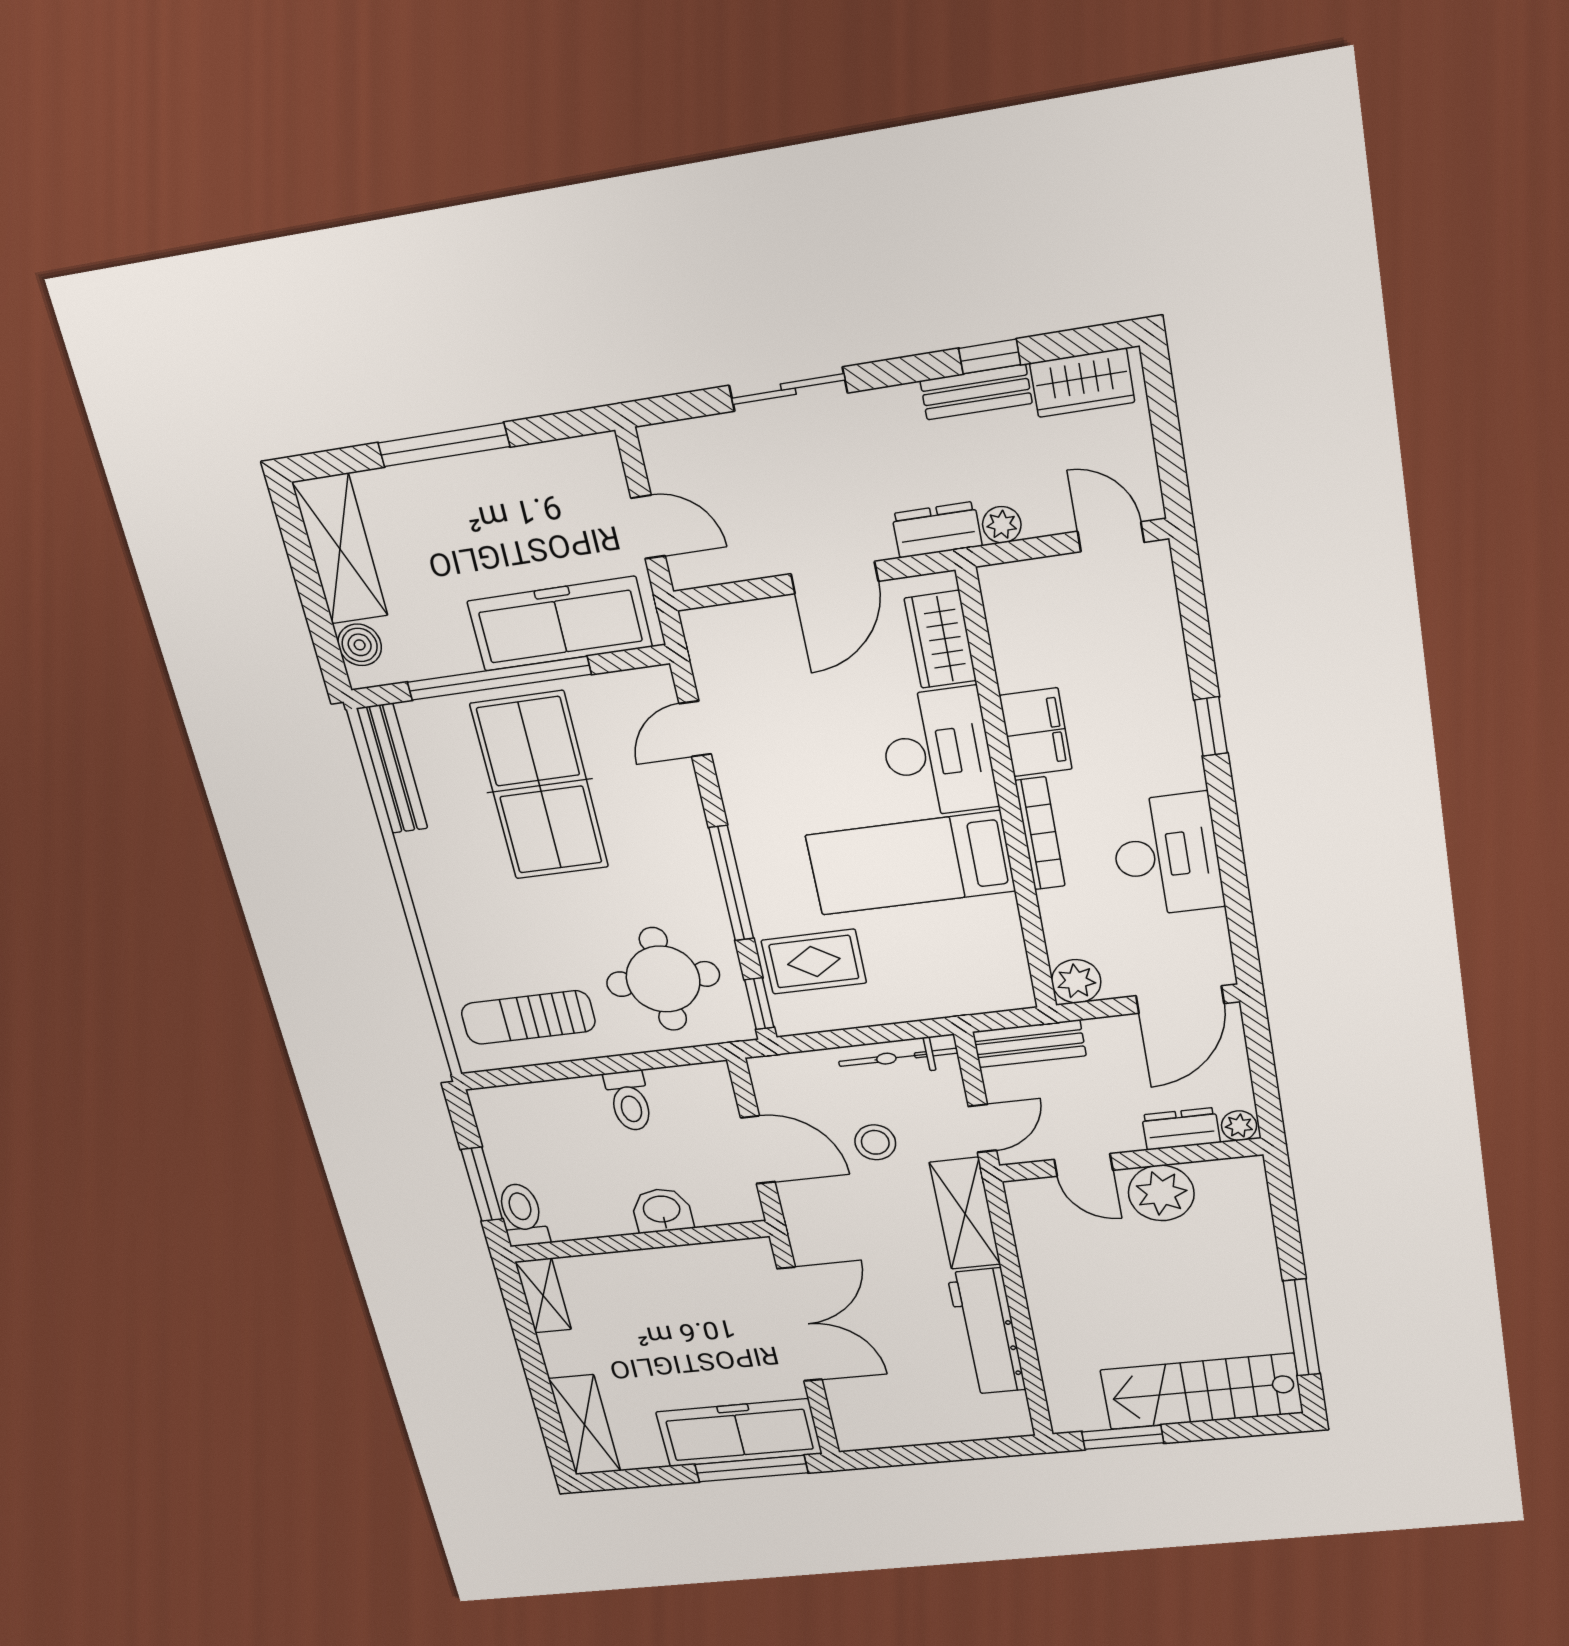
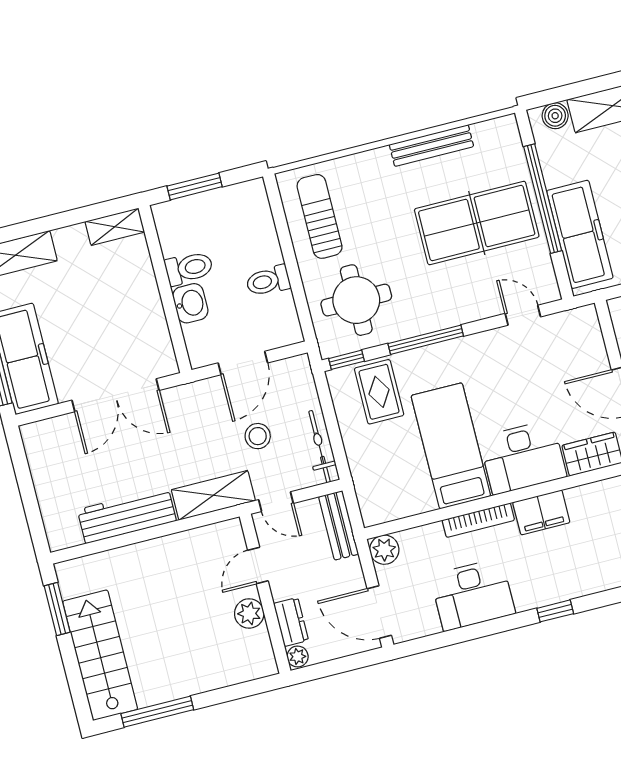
bench: (392, 769) -> (431, 145), moved
plant: (1161, 1193) -> (249, 613), width x0.73, depth x0.73
toilet: (522, 1215) -> (189, 268), moved

